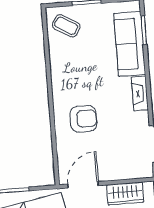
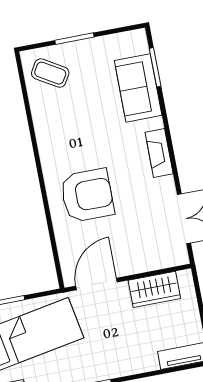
sofa: (130, 44) -> (138, 88), width x0.73
armchair: (83, 119) -> (87, 195), width x1.36, depth x1.36

